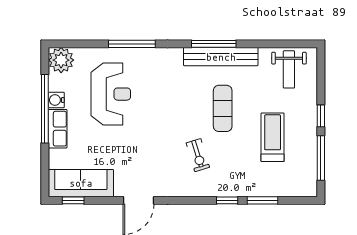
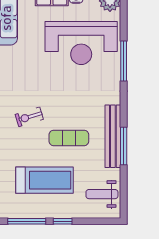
window: (214, 44) -> (124, 146), moved
reception desk: (111, 94) -> (81, 43), width x1.36, depth x1.30
treadmill: (273, 137) -> (44, 180), width x1.37, depth x1.38

